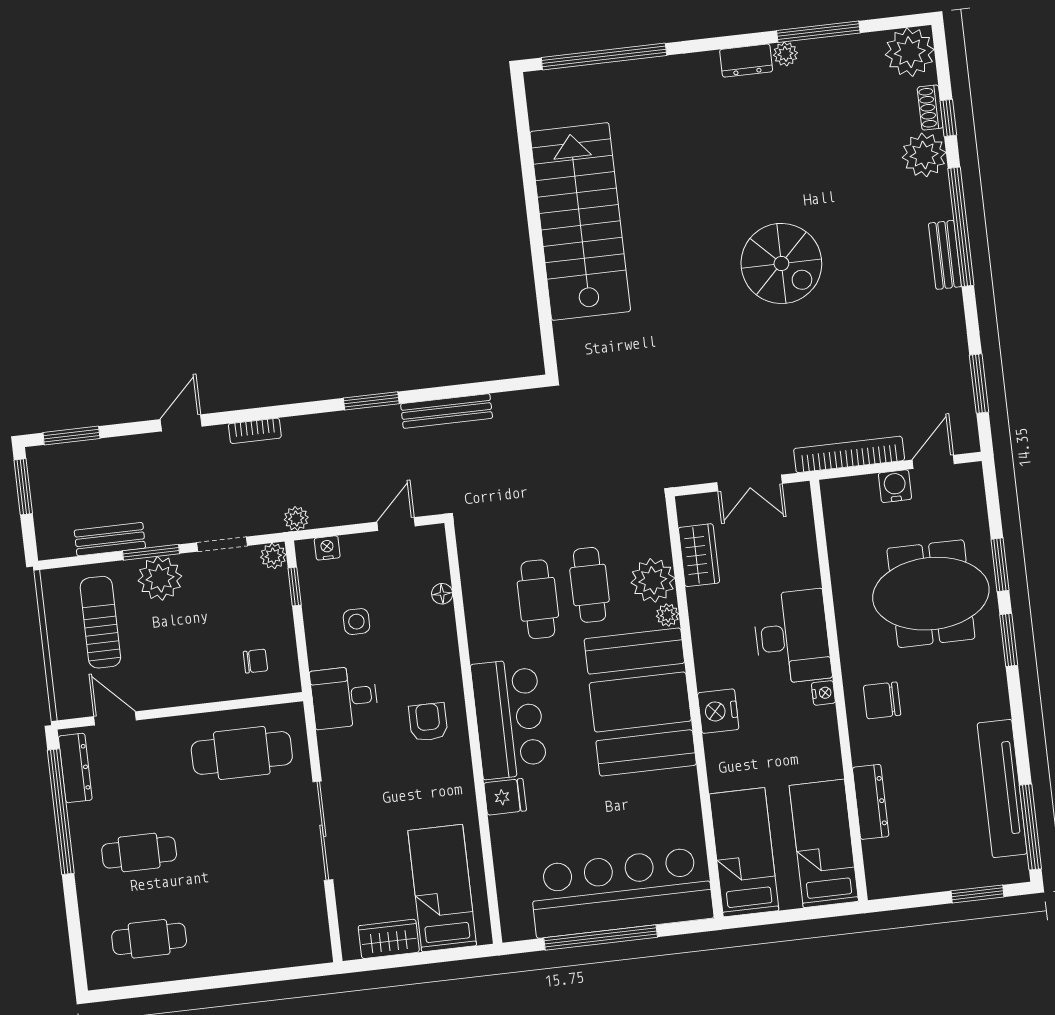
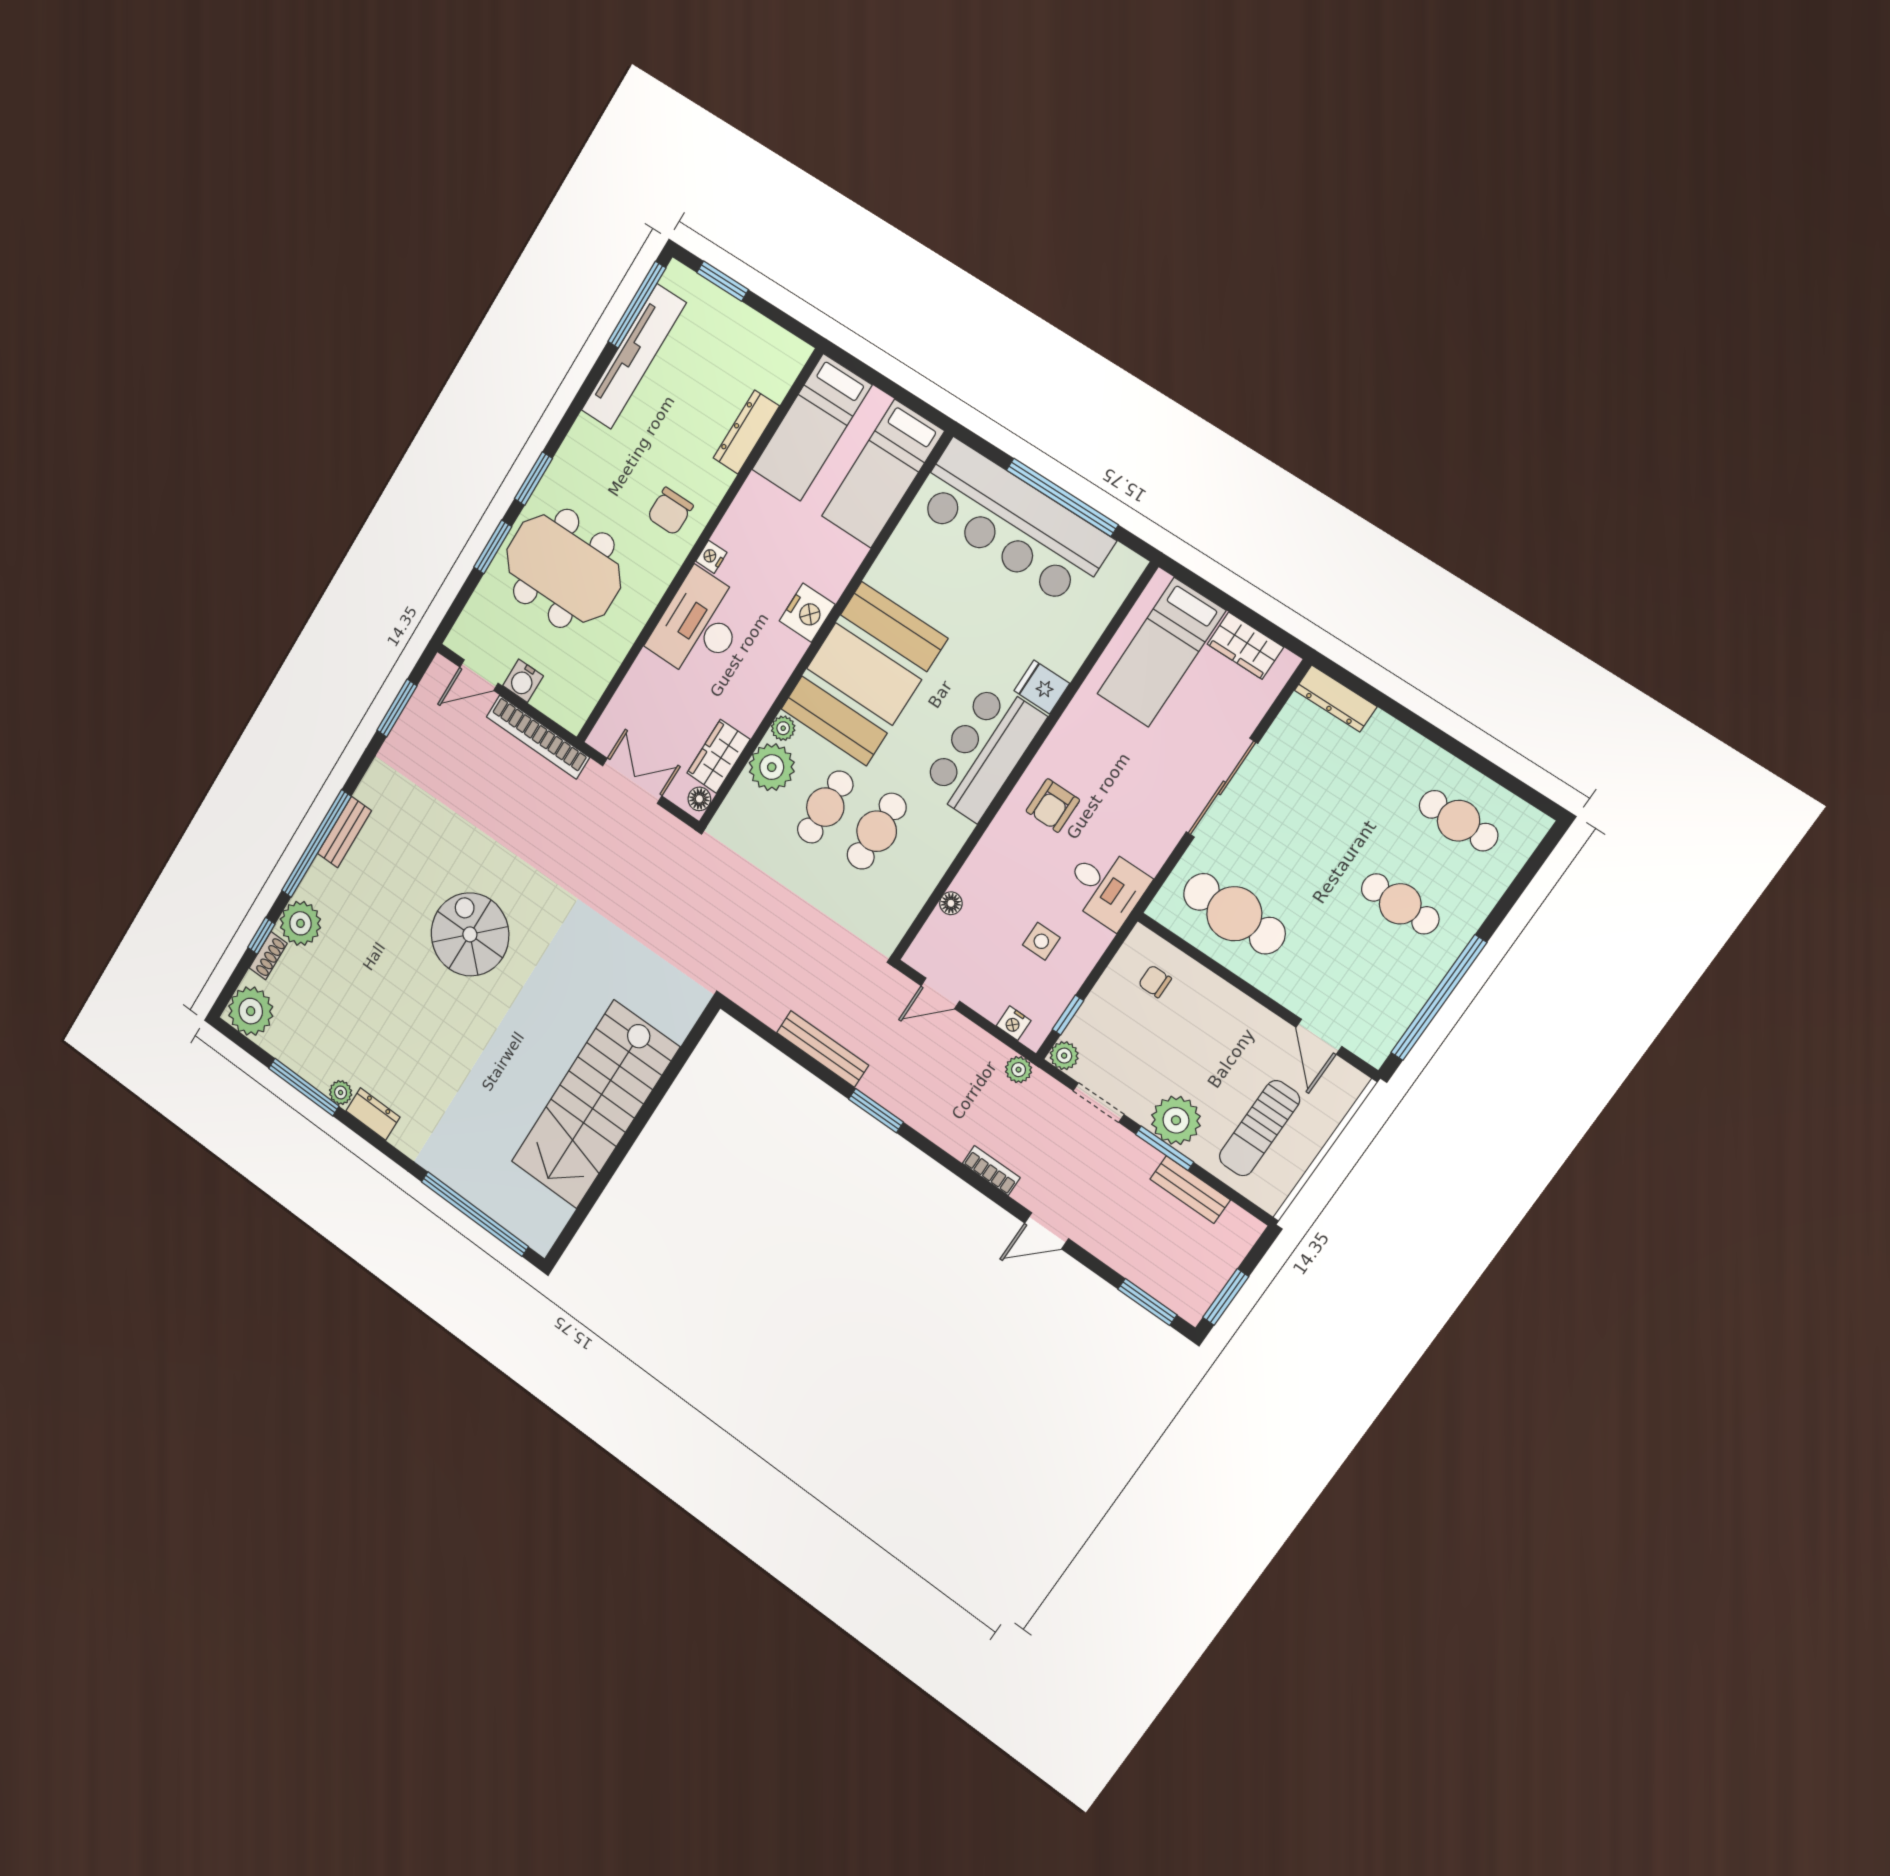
floor lamp: (688, 513) -> (699, 799), added
chair: (882, 700) -> (670, 511), turned 90
dresser: (75, 768) -> (1336, 698), moved, turned -90

